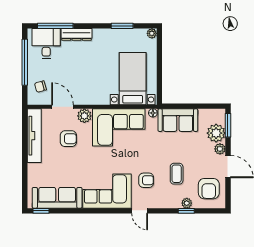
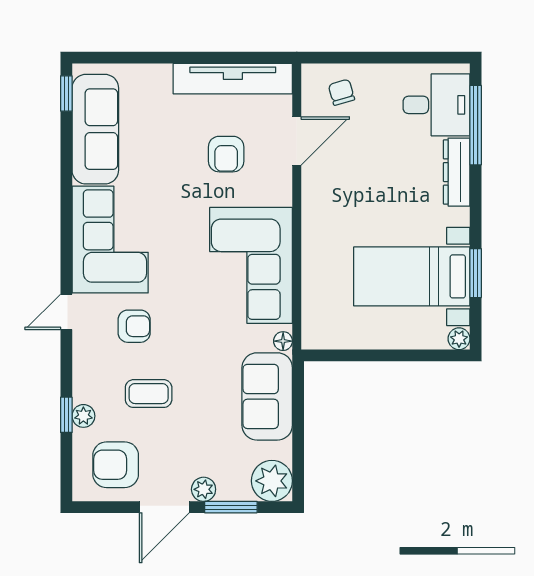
window: (25, 62) -> (395, 58), removed
bed with nightstands: (133, 79) -> (412, 276), moved, turned 180
plant: (84, 116) -> (277, 190), removed
window: (228, 125) -> (231, 507), moved
plant: (216, 133) -> (272, 481), moved
armchair: (146, 180) -> (134, 326), turned -90

